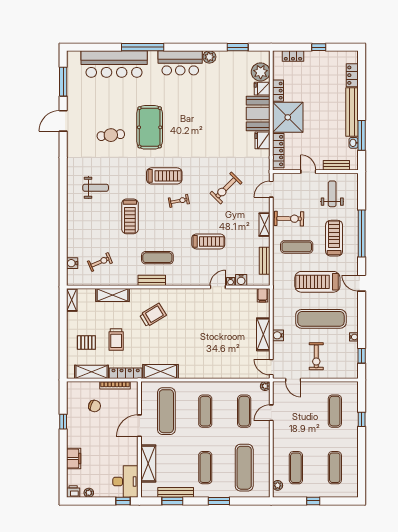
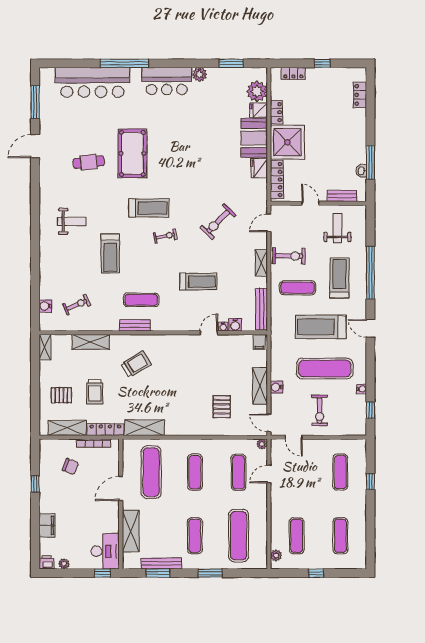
bench: (352, 112) -> (360, 136), removed
bench: (265, 261) -> (261, 309), width x1.36
pallet: (229, 353) -> (222, 407), added

